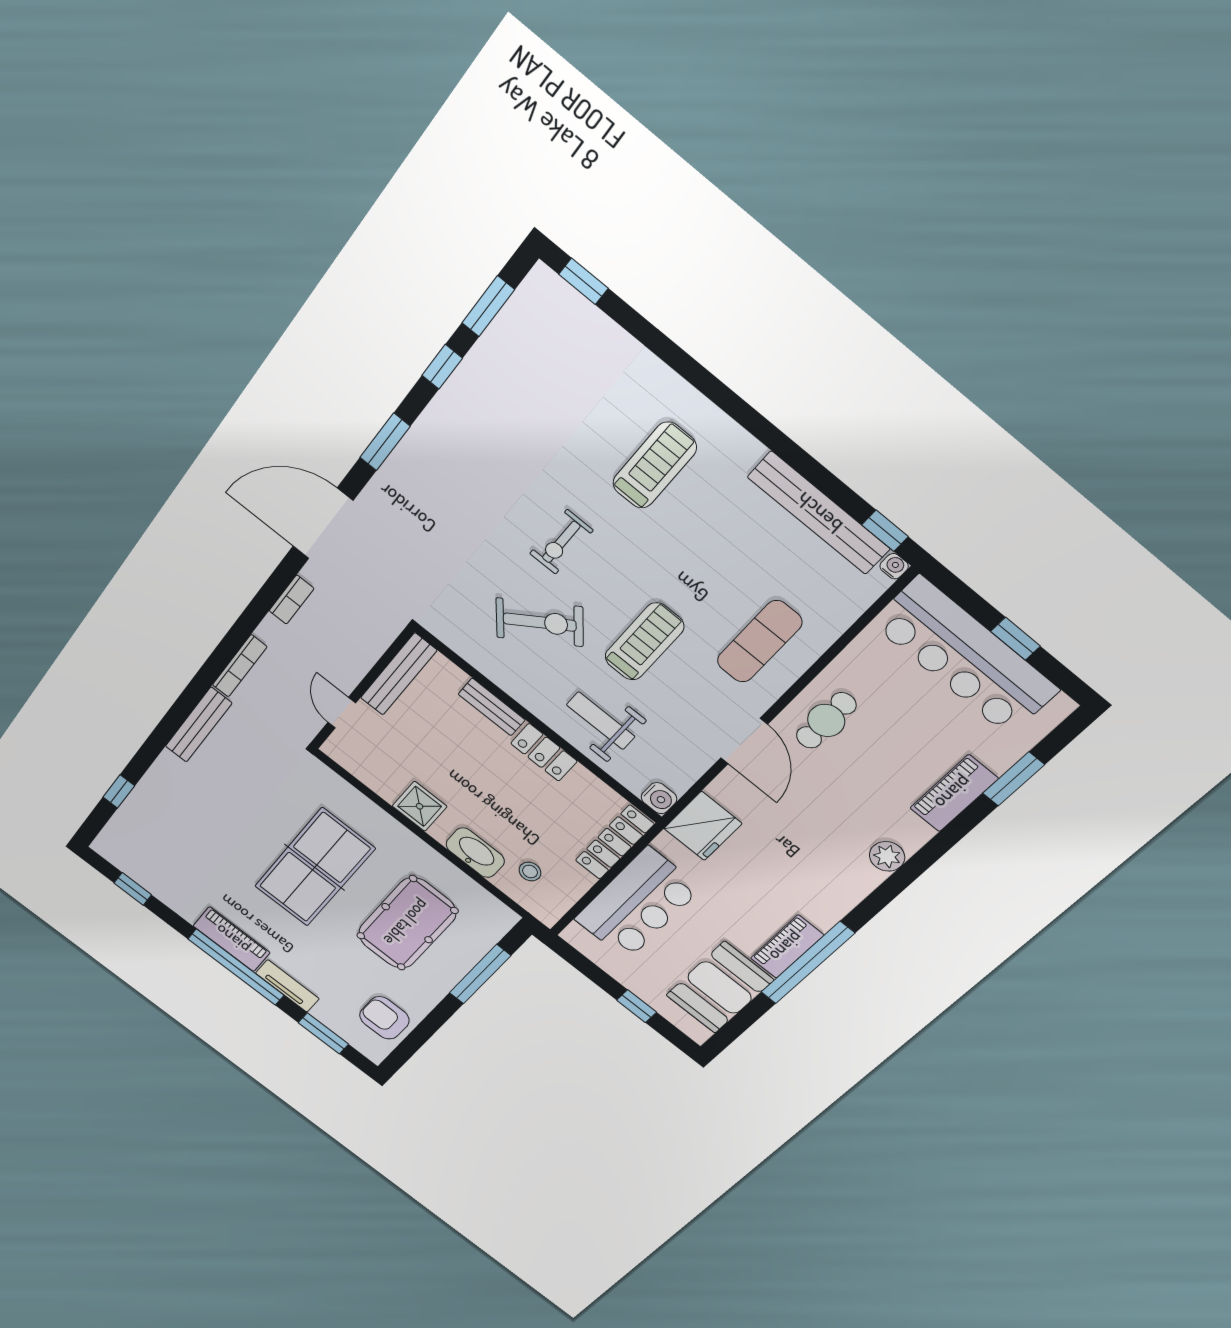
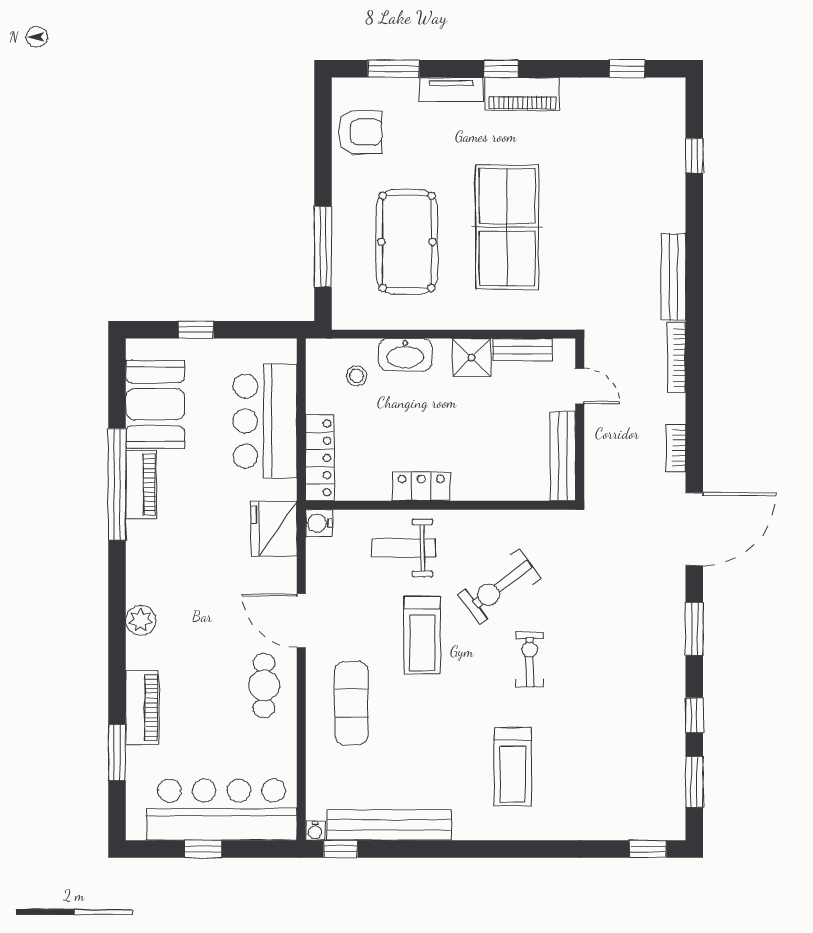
bench: (492, 707) -> (523, 350), moved
weight bench: (601, 721) -> (403, 548), turned 180
window: (236, 967) -> (501, 69), width x0.32

